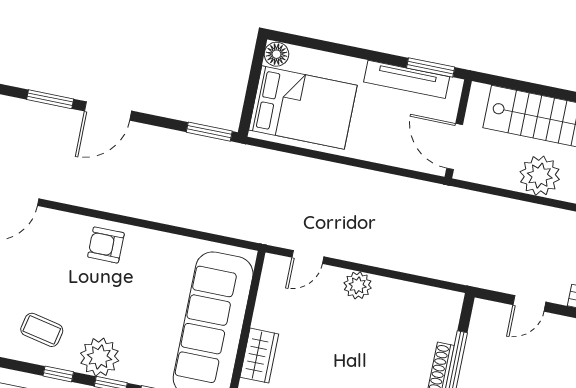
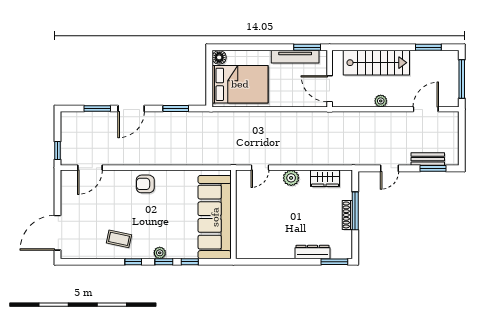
window: (209, 132) -> (176, 109), moved
plant: (540, 176) -> (381, 101), width x0.53, depth x0.53
wardrobe: (259, 356) -> (325, 178), moved, turned 90
plant: (100, 357) -> (160, 253), width x0.53, depth x0.53

